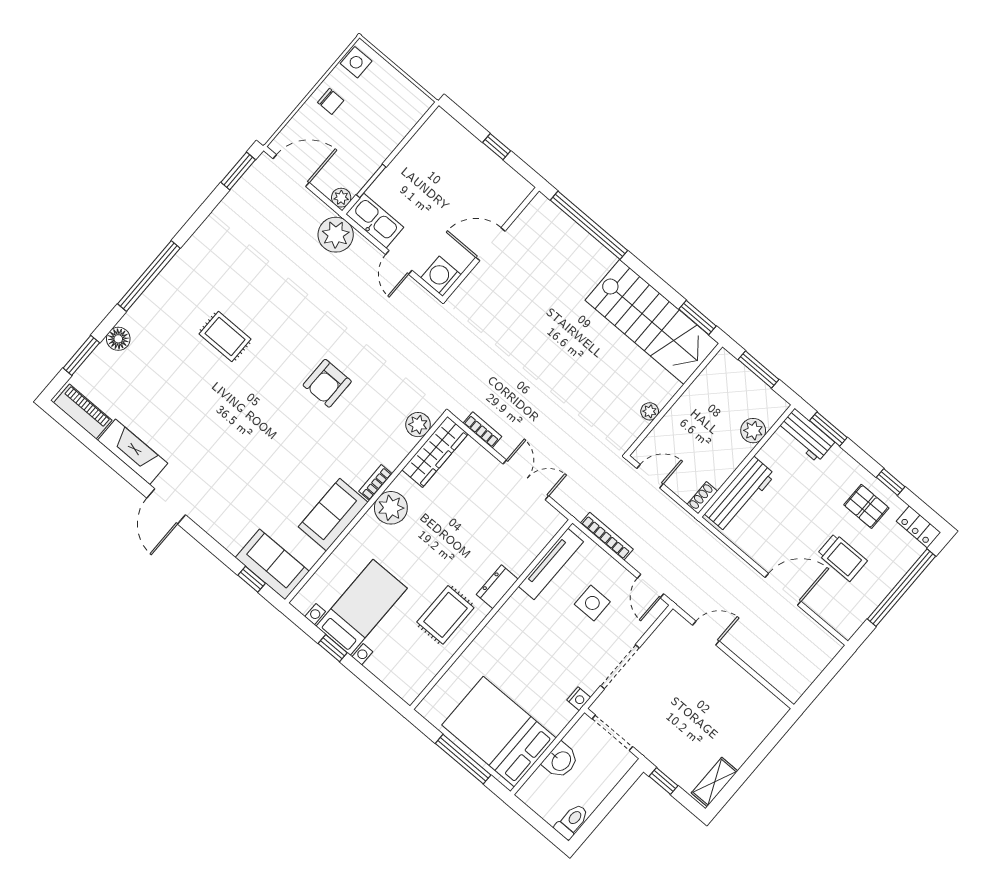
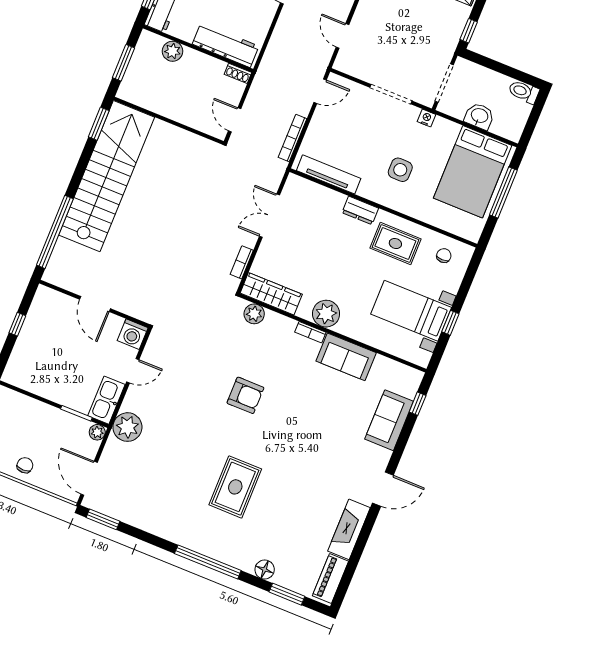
stairs: (652, 322) -> (107, 176), width x1.36
rug: (225, 336) -> (235, 487), width x1.36, depth x1.43
plant: (650, 411) -> (184, 137), removed
sofa: (272, 564) -> (389, 420), moved
side table: (592, 603) -> (400, 170), moved
chair: (413, 666) -> (444, 256), added

